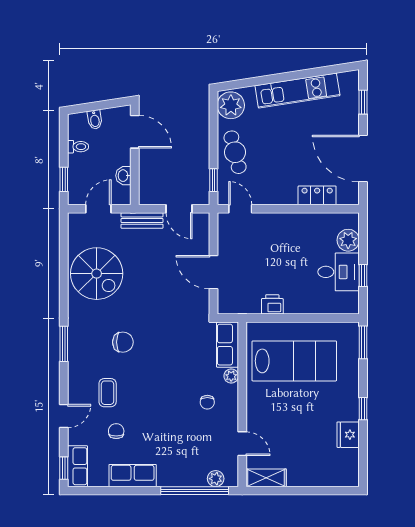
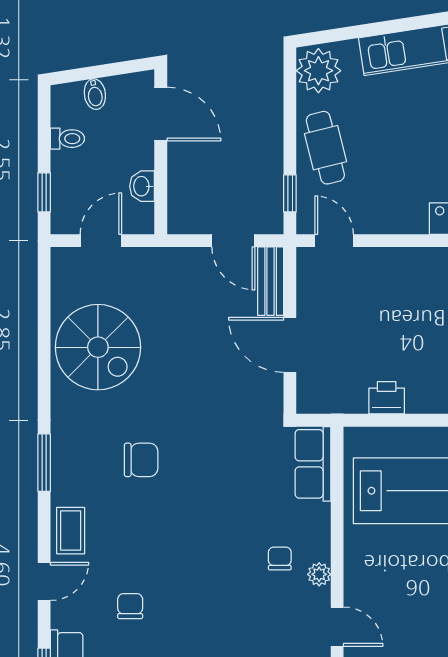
bench: (142, 221) -> (271, 281), moved, turned 90
plant: (231, 376) -> (319, 574), moved
coffee table: (108, 393) -> (71, 531), moved
chair: (207, 402) -> (280, 558), turned 180

